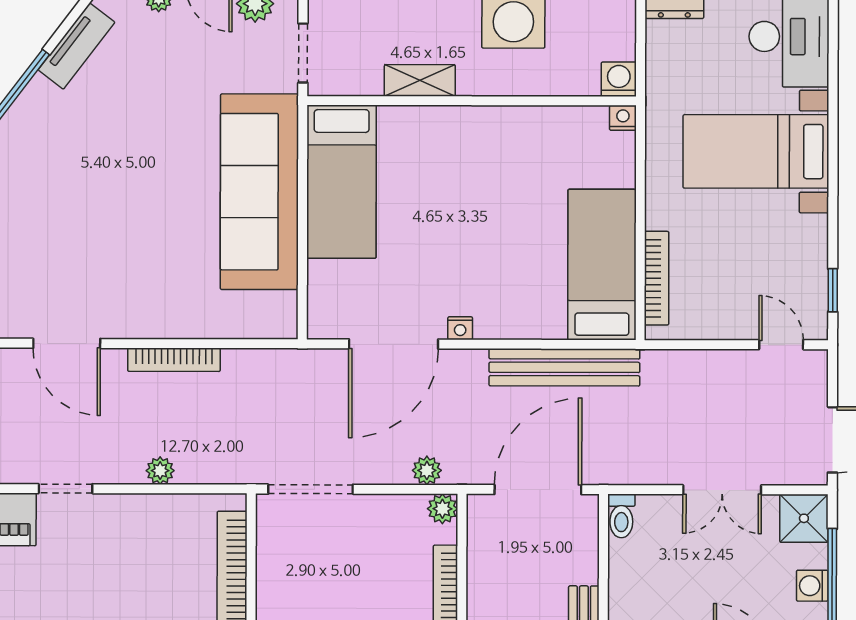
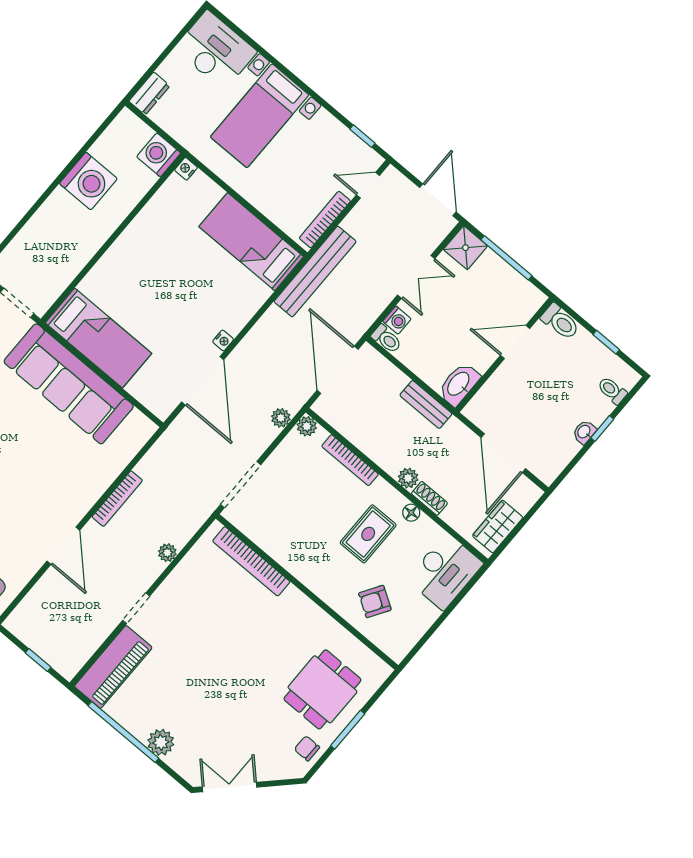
washing machine: (619, 79) -> (159, 155), width x1.38, depth x1.38
shelving: (420, 80) -> (81, 255), removed
bookcase: (657, 278) -> (325, 220), moved, turned -90
door: (67, 343) -> (63, 546), hinge flipped
bench: (564, 367) -> (315, 272), moved
washing machine: (812, 586) -> (397, 320), moved, turned -90

